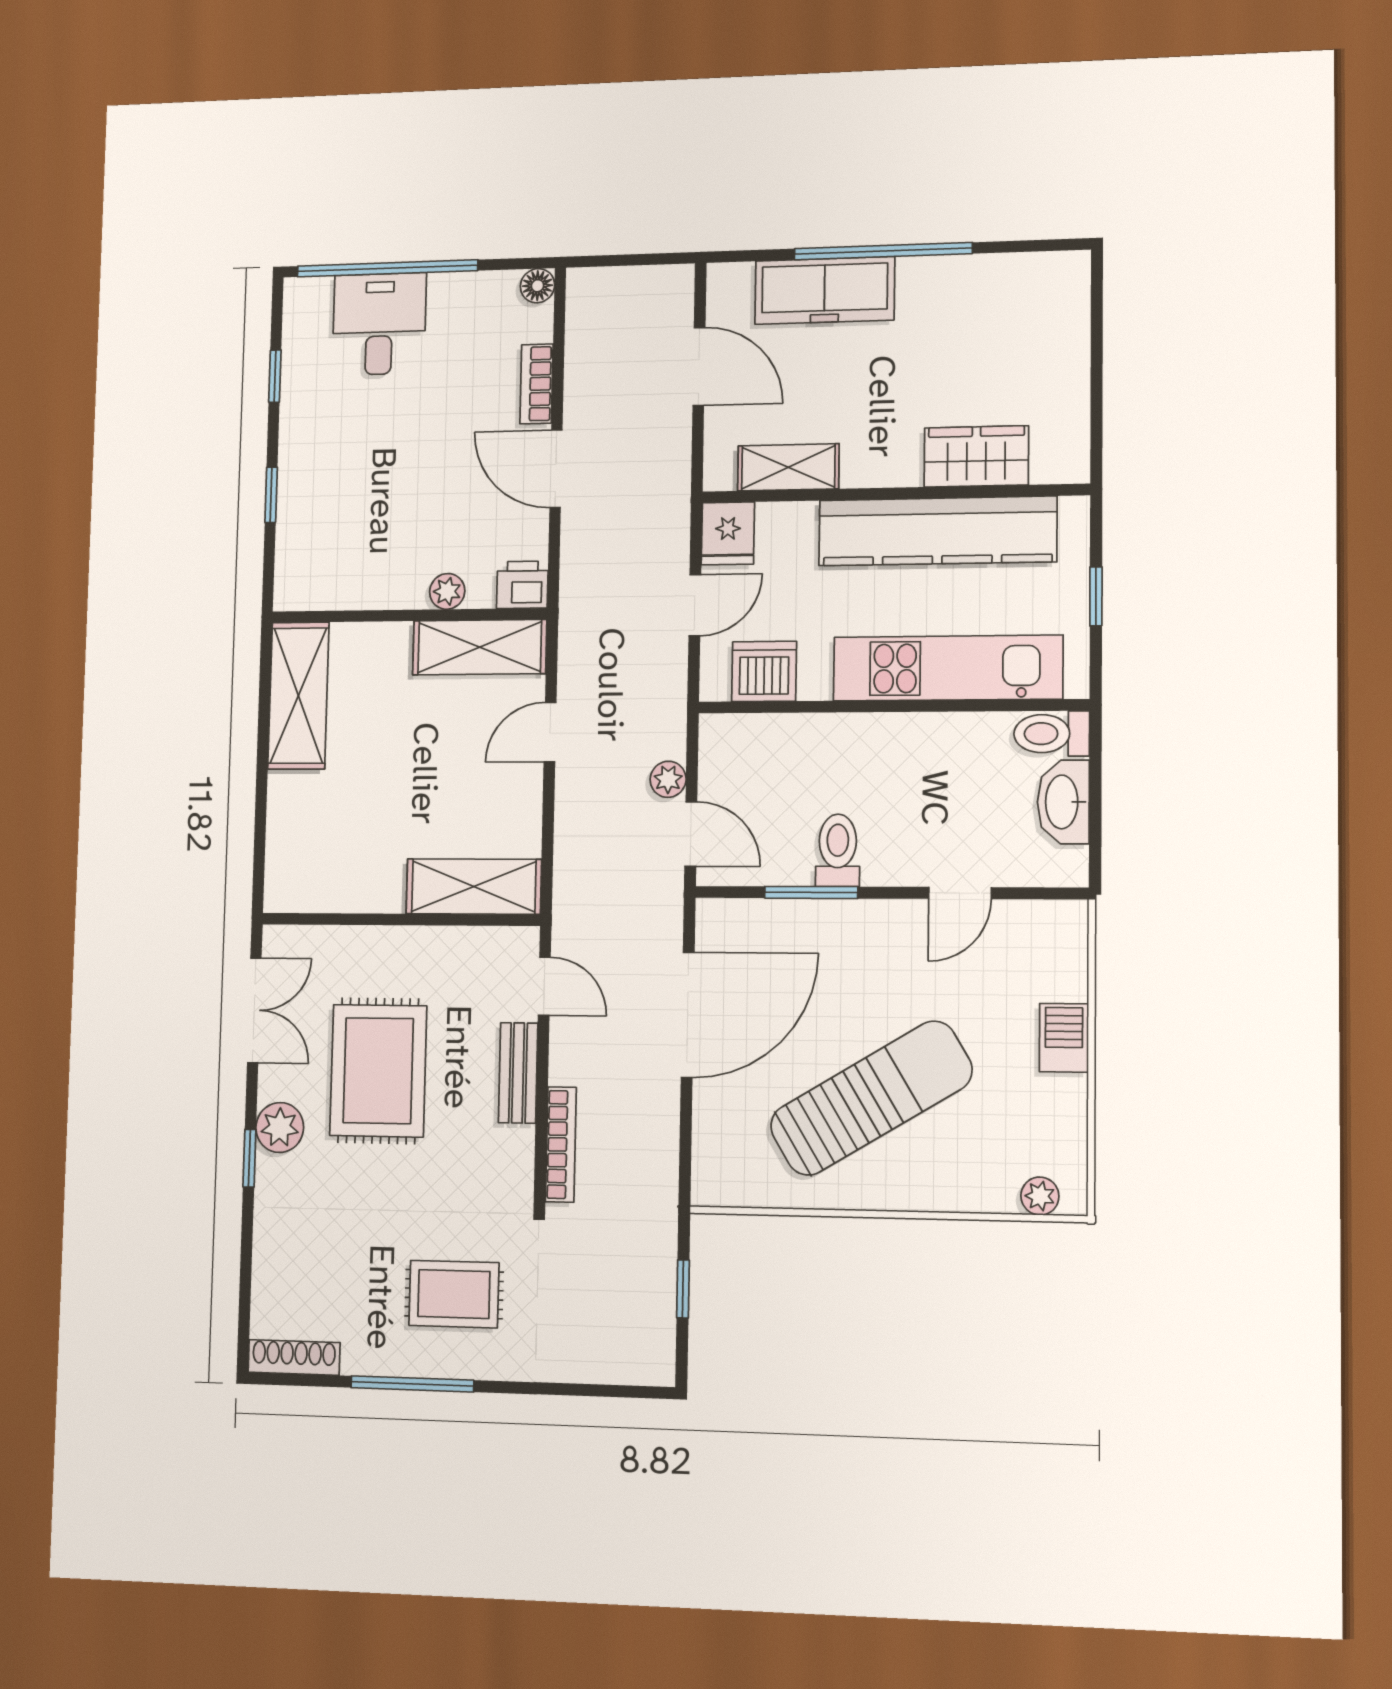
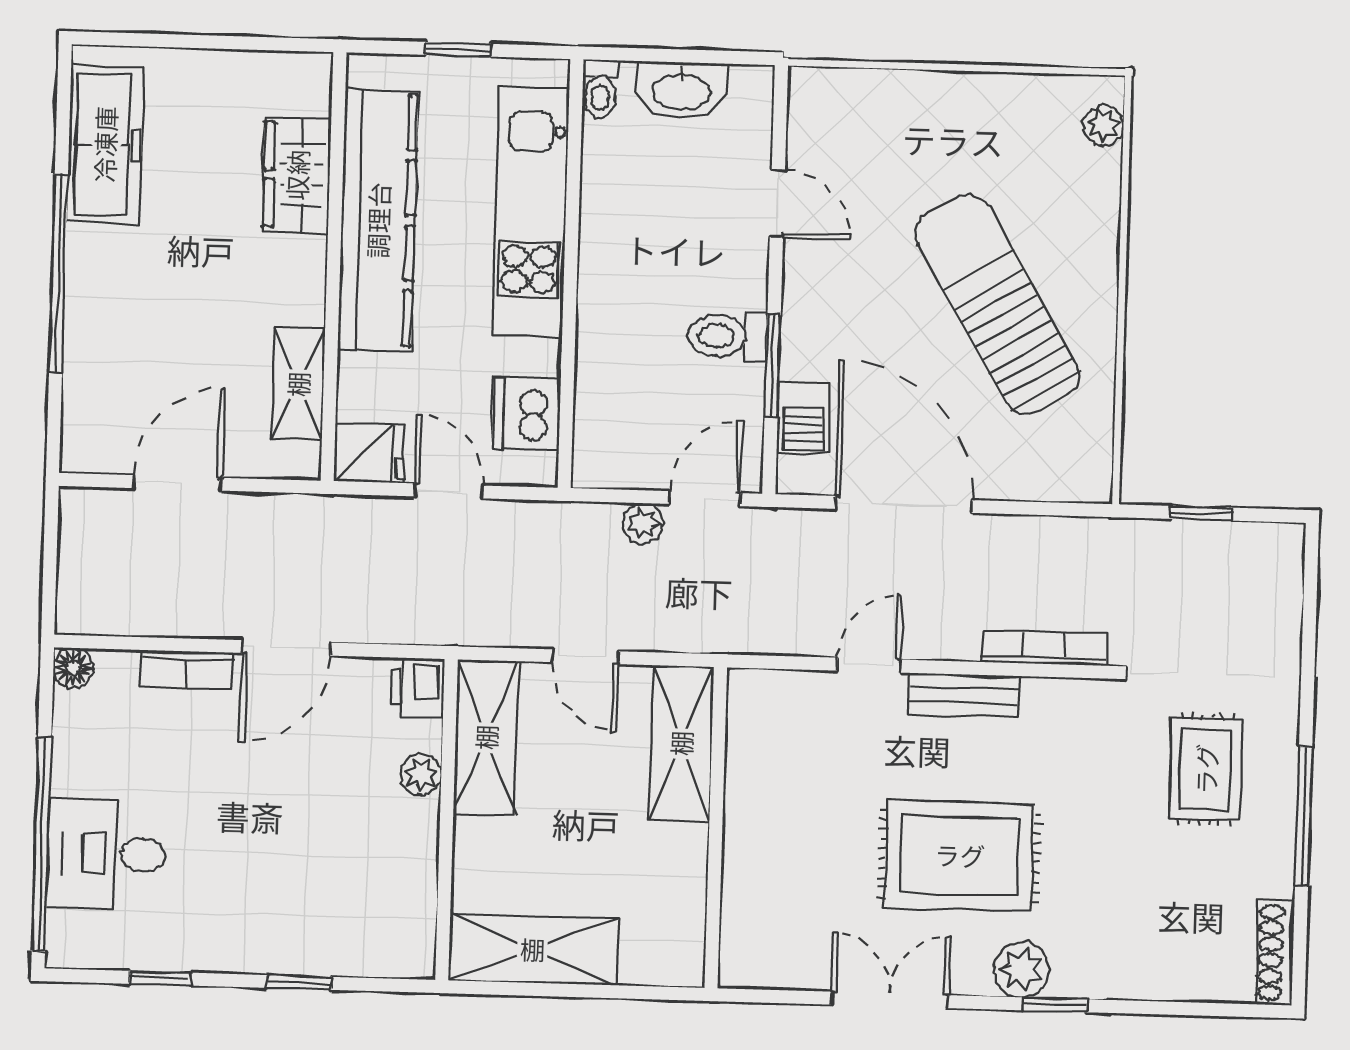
freezer: (825, 290) -> (105, 144), moved
toilet: (1052, 734) -> (600, 89), width x0.73, depth x0.72
shelving: (474, 887) -> (681, 743), moved
wall: (400, 919) -> (716, 828), moved
barbecue: (1064, 1038) -> (803, 418), moved, turned -90

